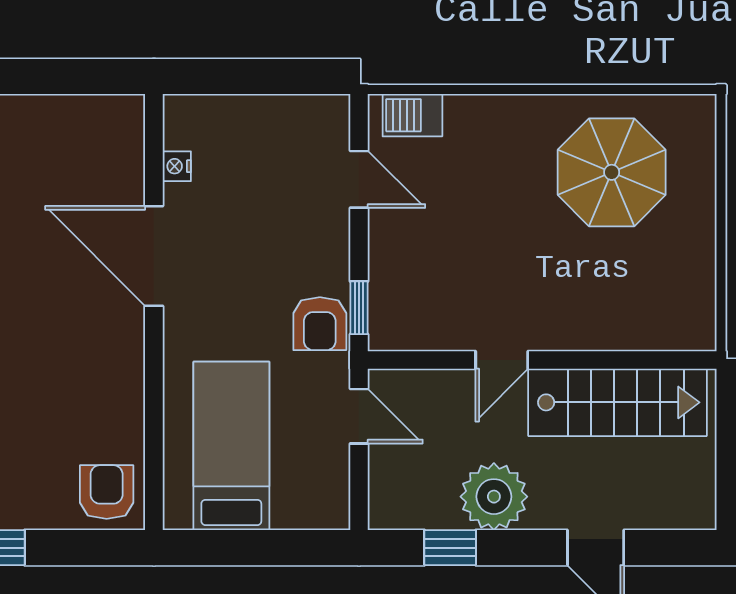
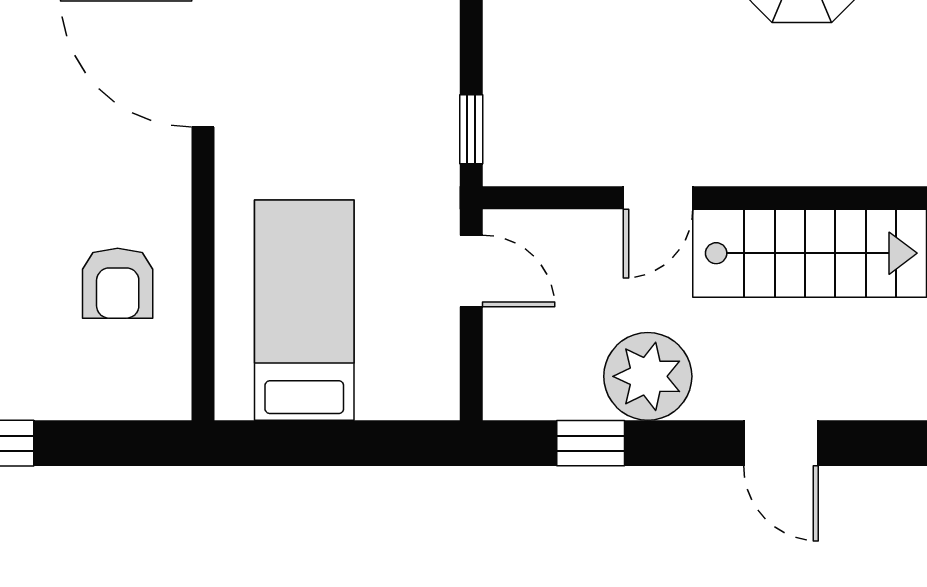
armchair: (320, 324) -> (420, 150), removed
armchair: (107, 492) -> (118, 283), moved, turned 180

